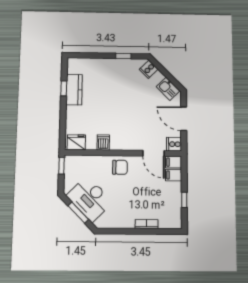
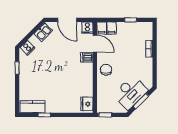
kitchen counter: (74, 90) -> (32, 107), moved
door: (184, 119) -> (67, 20), hinge flipped
dishwasher: (103, 142) -> (87, 57), moved
door: (154, 153) -> (95, 44), hinge flipped

